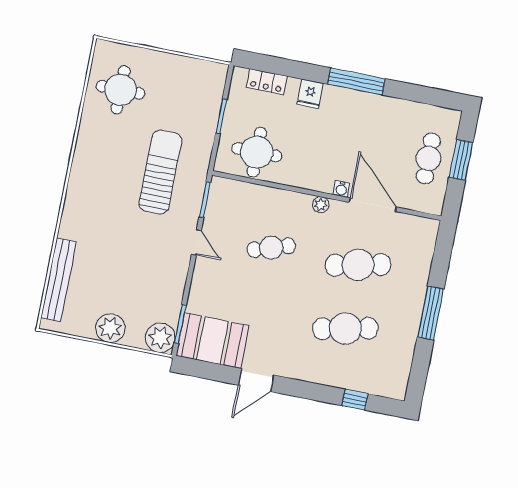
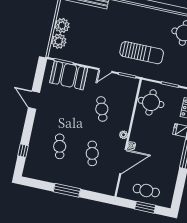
cafe table: (358, 265) -> (92, 153), width x0.73, depth x0.74
cafe table: (345, 328) -> (60, 146), width x0.73, depth x0.74
plant: (160, 338) -> (59, 41), moved
booth: (213, 341) -> (69, 75), moved, turned 90

